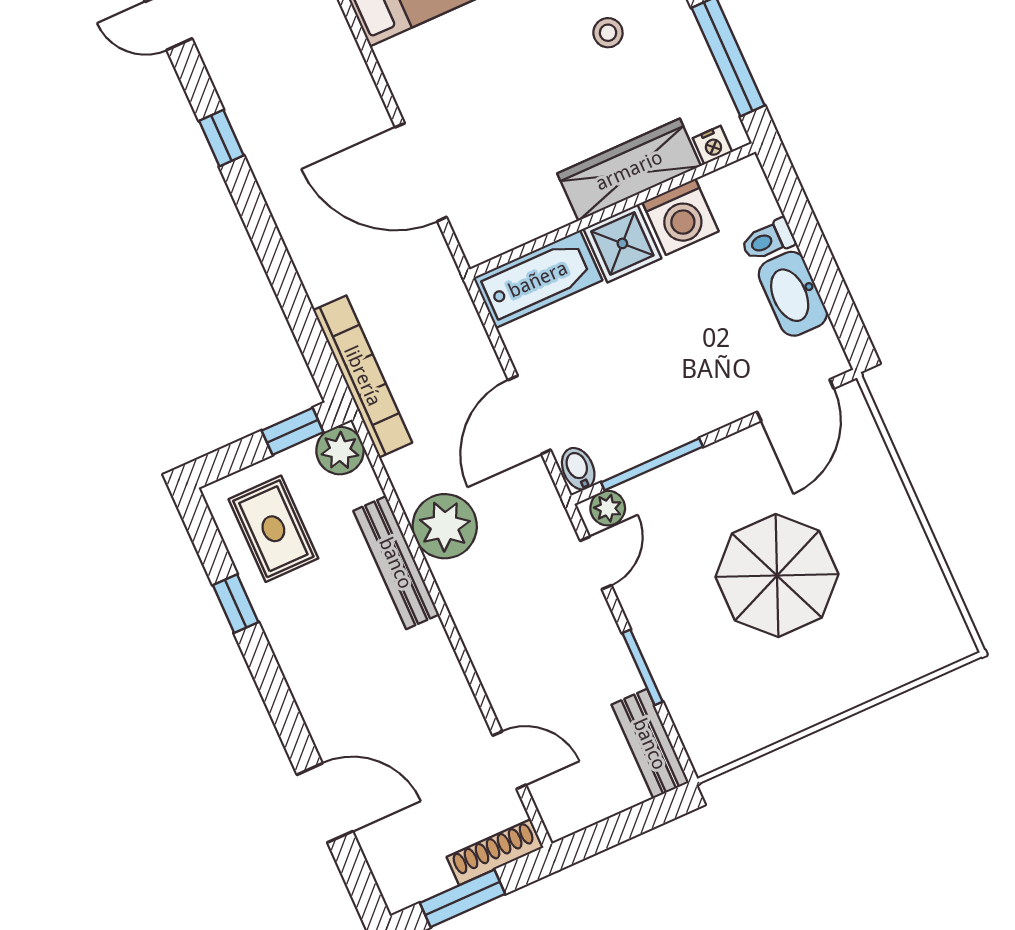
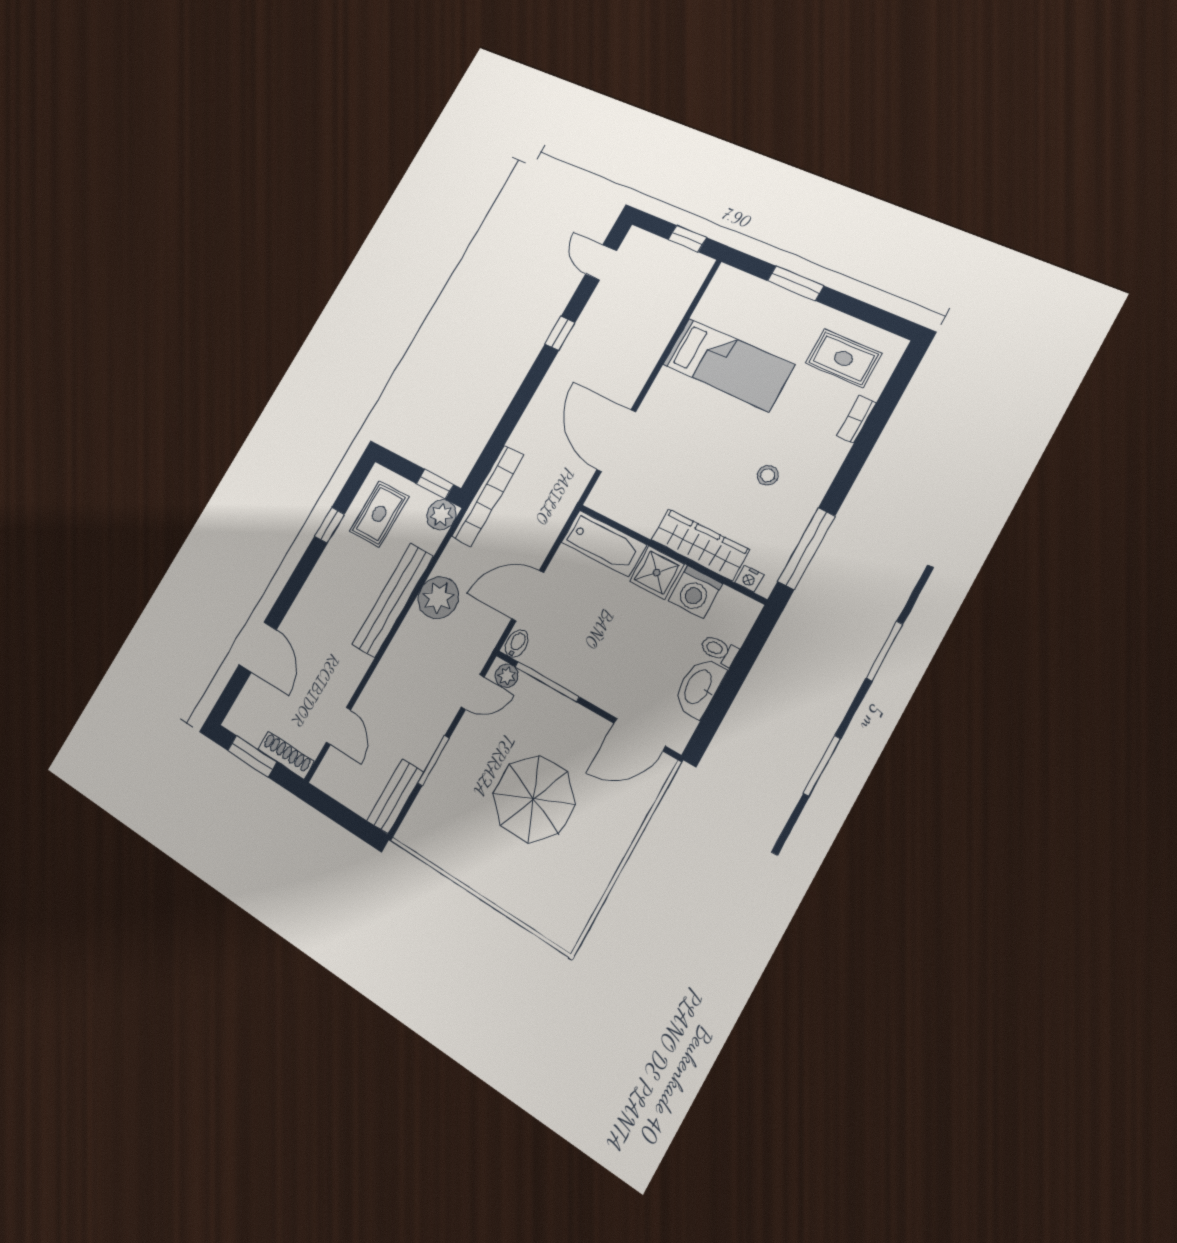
bench: (396, 563) -> (393, 600), width x1.37, depth x1.21

